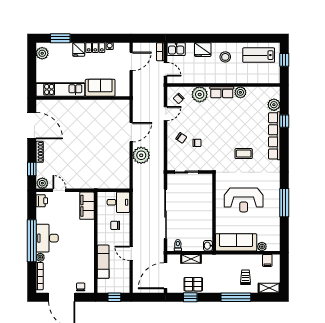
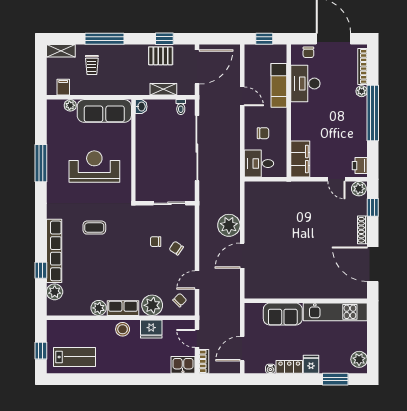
fridge: (203, 50) -> (151, 329), moved, turned 180
stool: (225, 57) -> (123, 329), moved
desk: (47, 238) -> (305, 84), moved, turned 180

